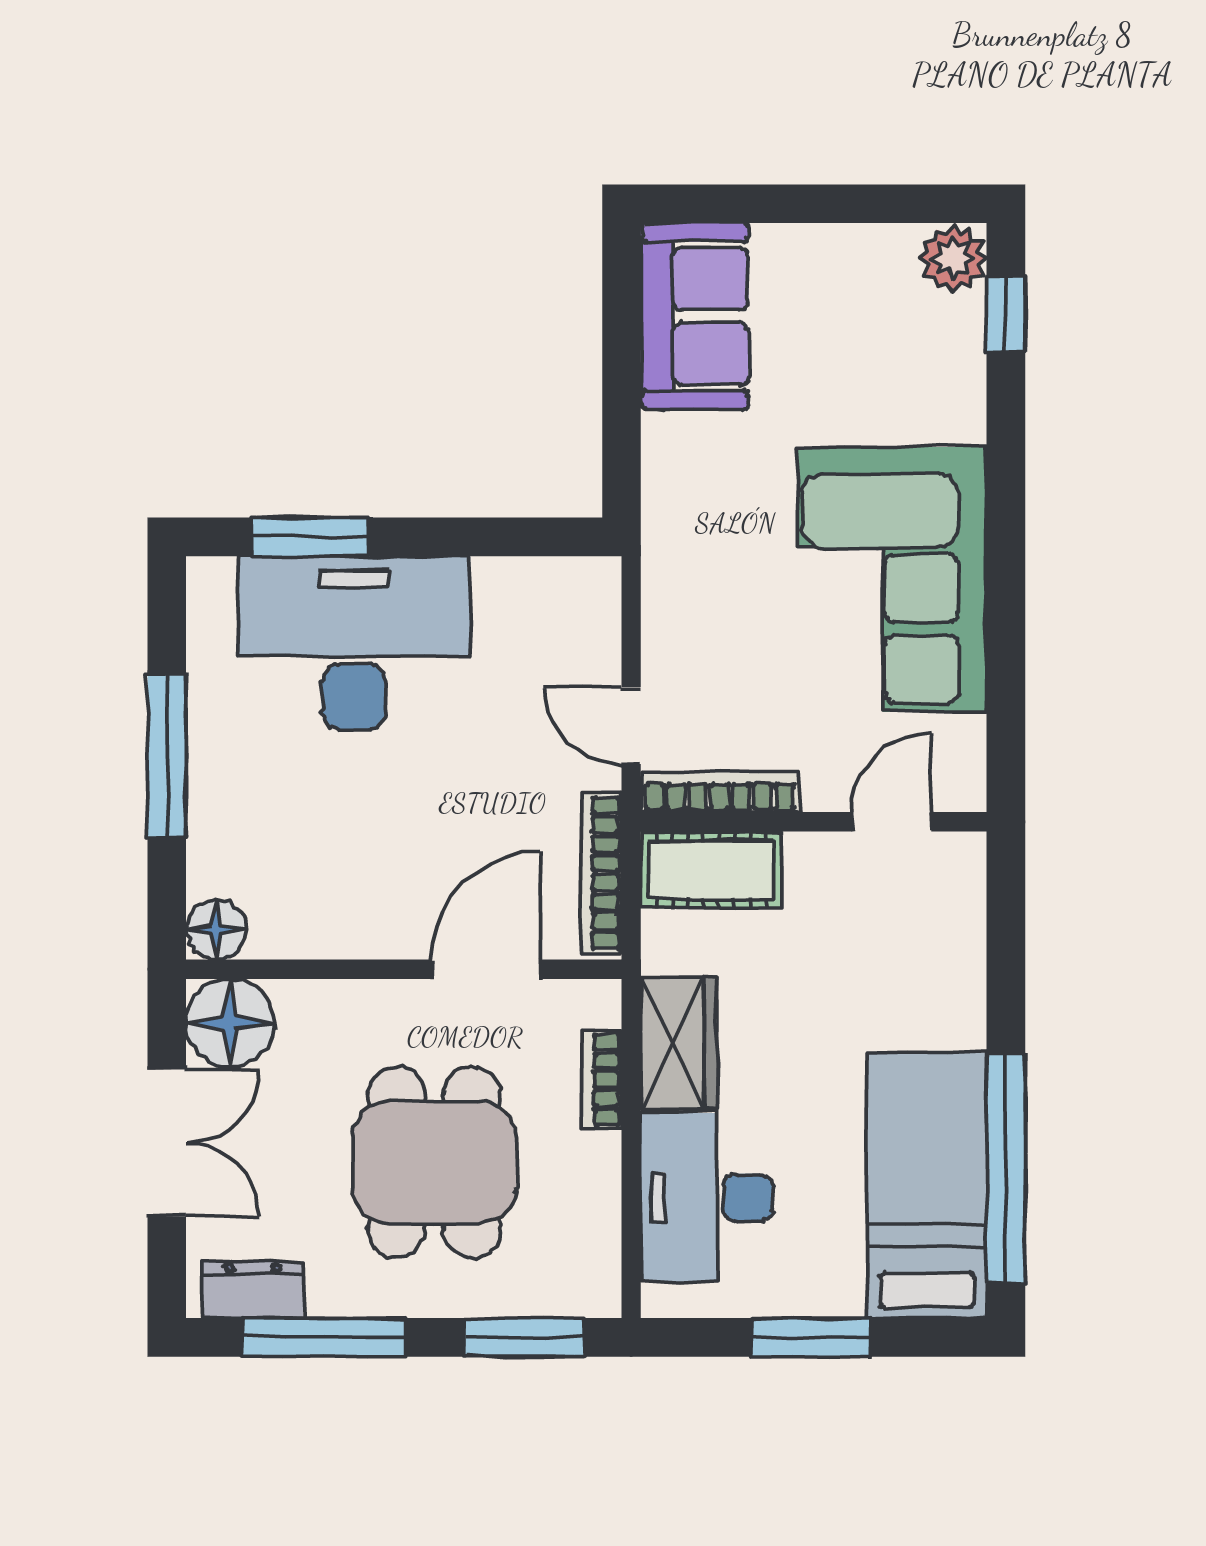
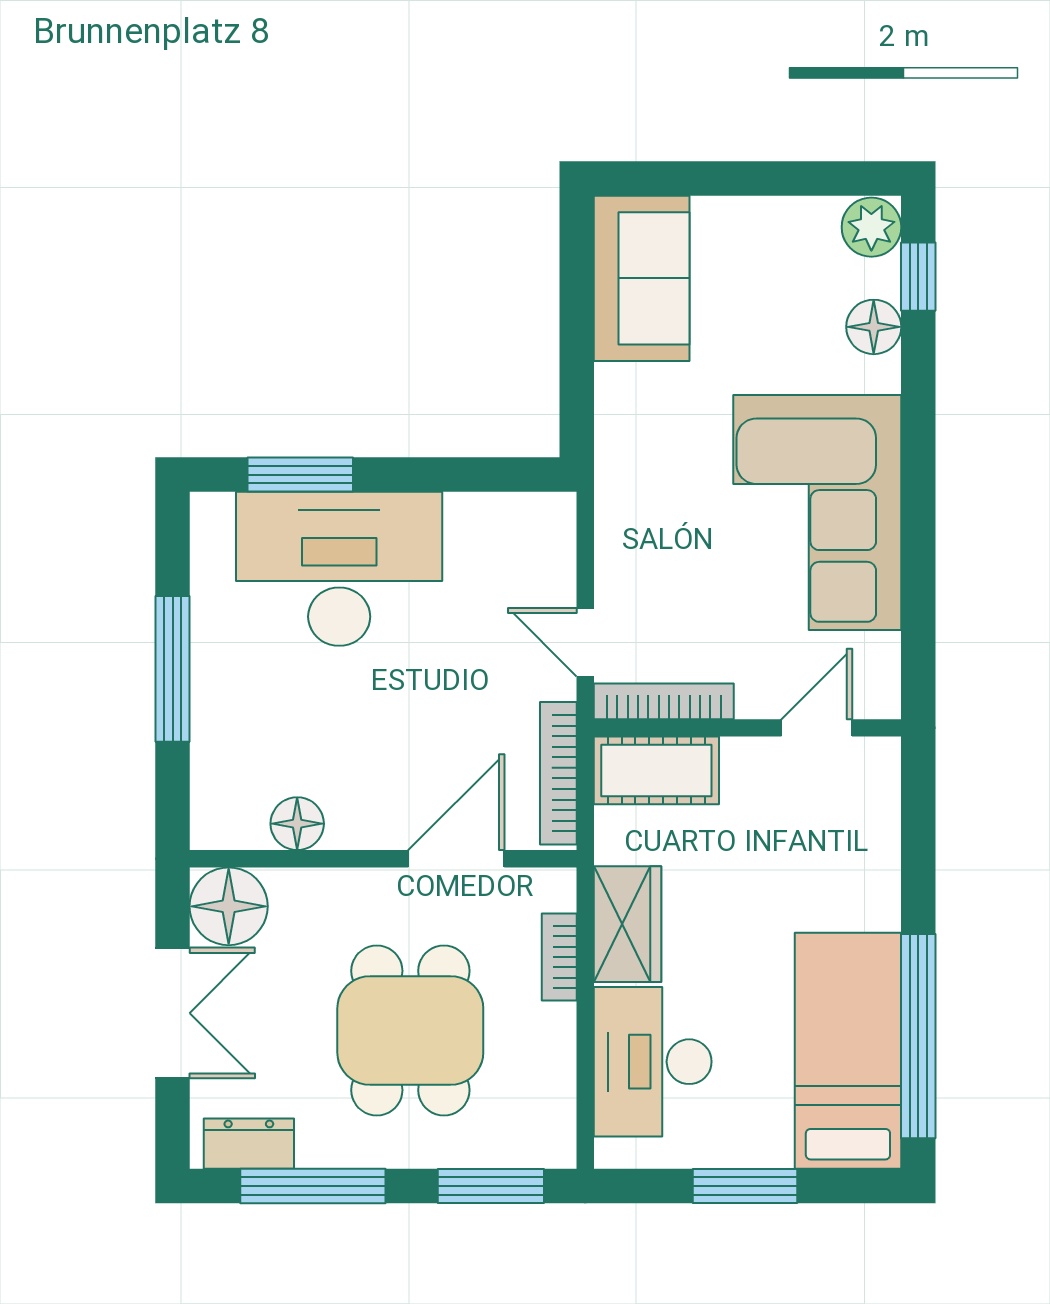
floor lamp: (956, 371) -> (874, 327), added
floor lamp: (216, 930) -> (297, 824), moved

